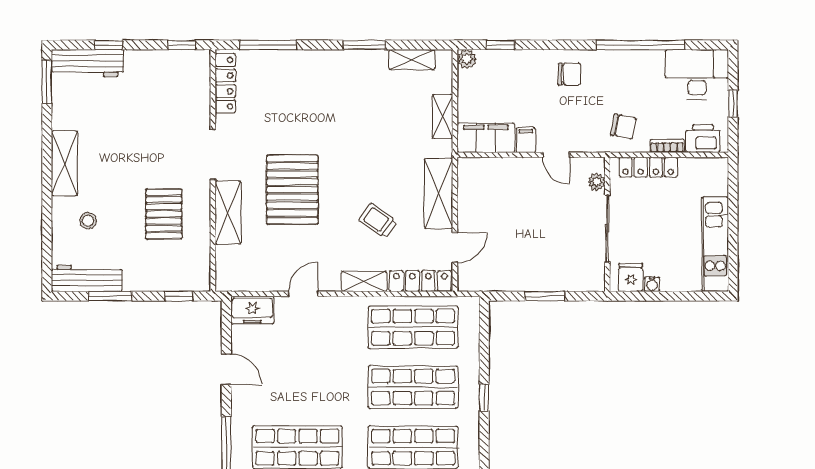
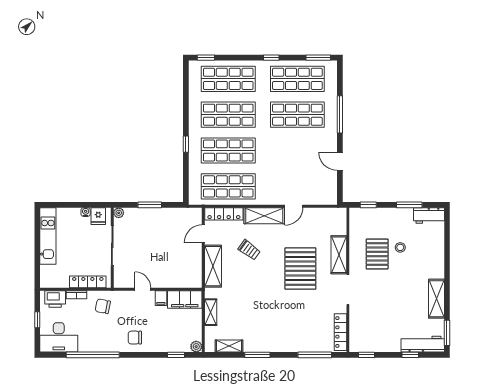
shelving: (64, 163) -> (437, 299), moved
plant: (597, 182) -> (119, 213), moved
stool: (88, 221) -> (400, 247), moved
workbench: (87, 278) -> (429, 216), width x0.73
shelving: (364, 281) -> (264, 216), width x1.50, depth x1.33
freezer: (252, 310) -> (324, 197), removed

